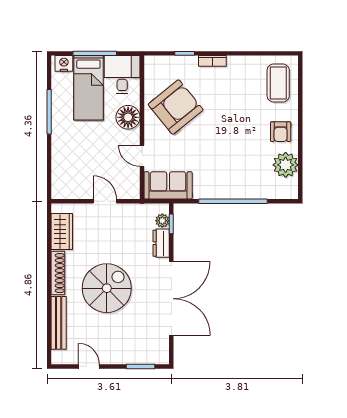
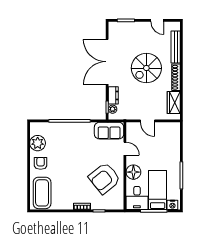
coffee table: (278, 83) -> (42, 193), width x1.36, depth x1.32

